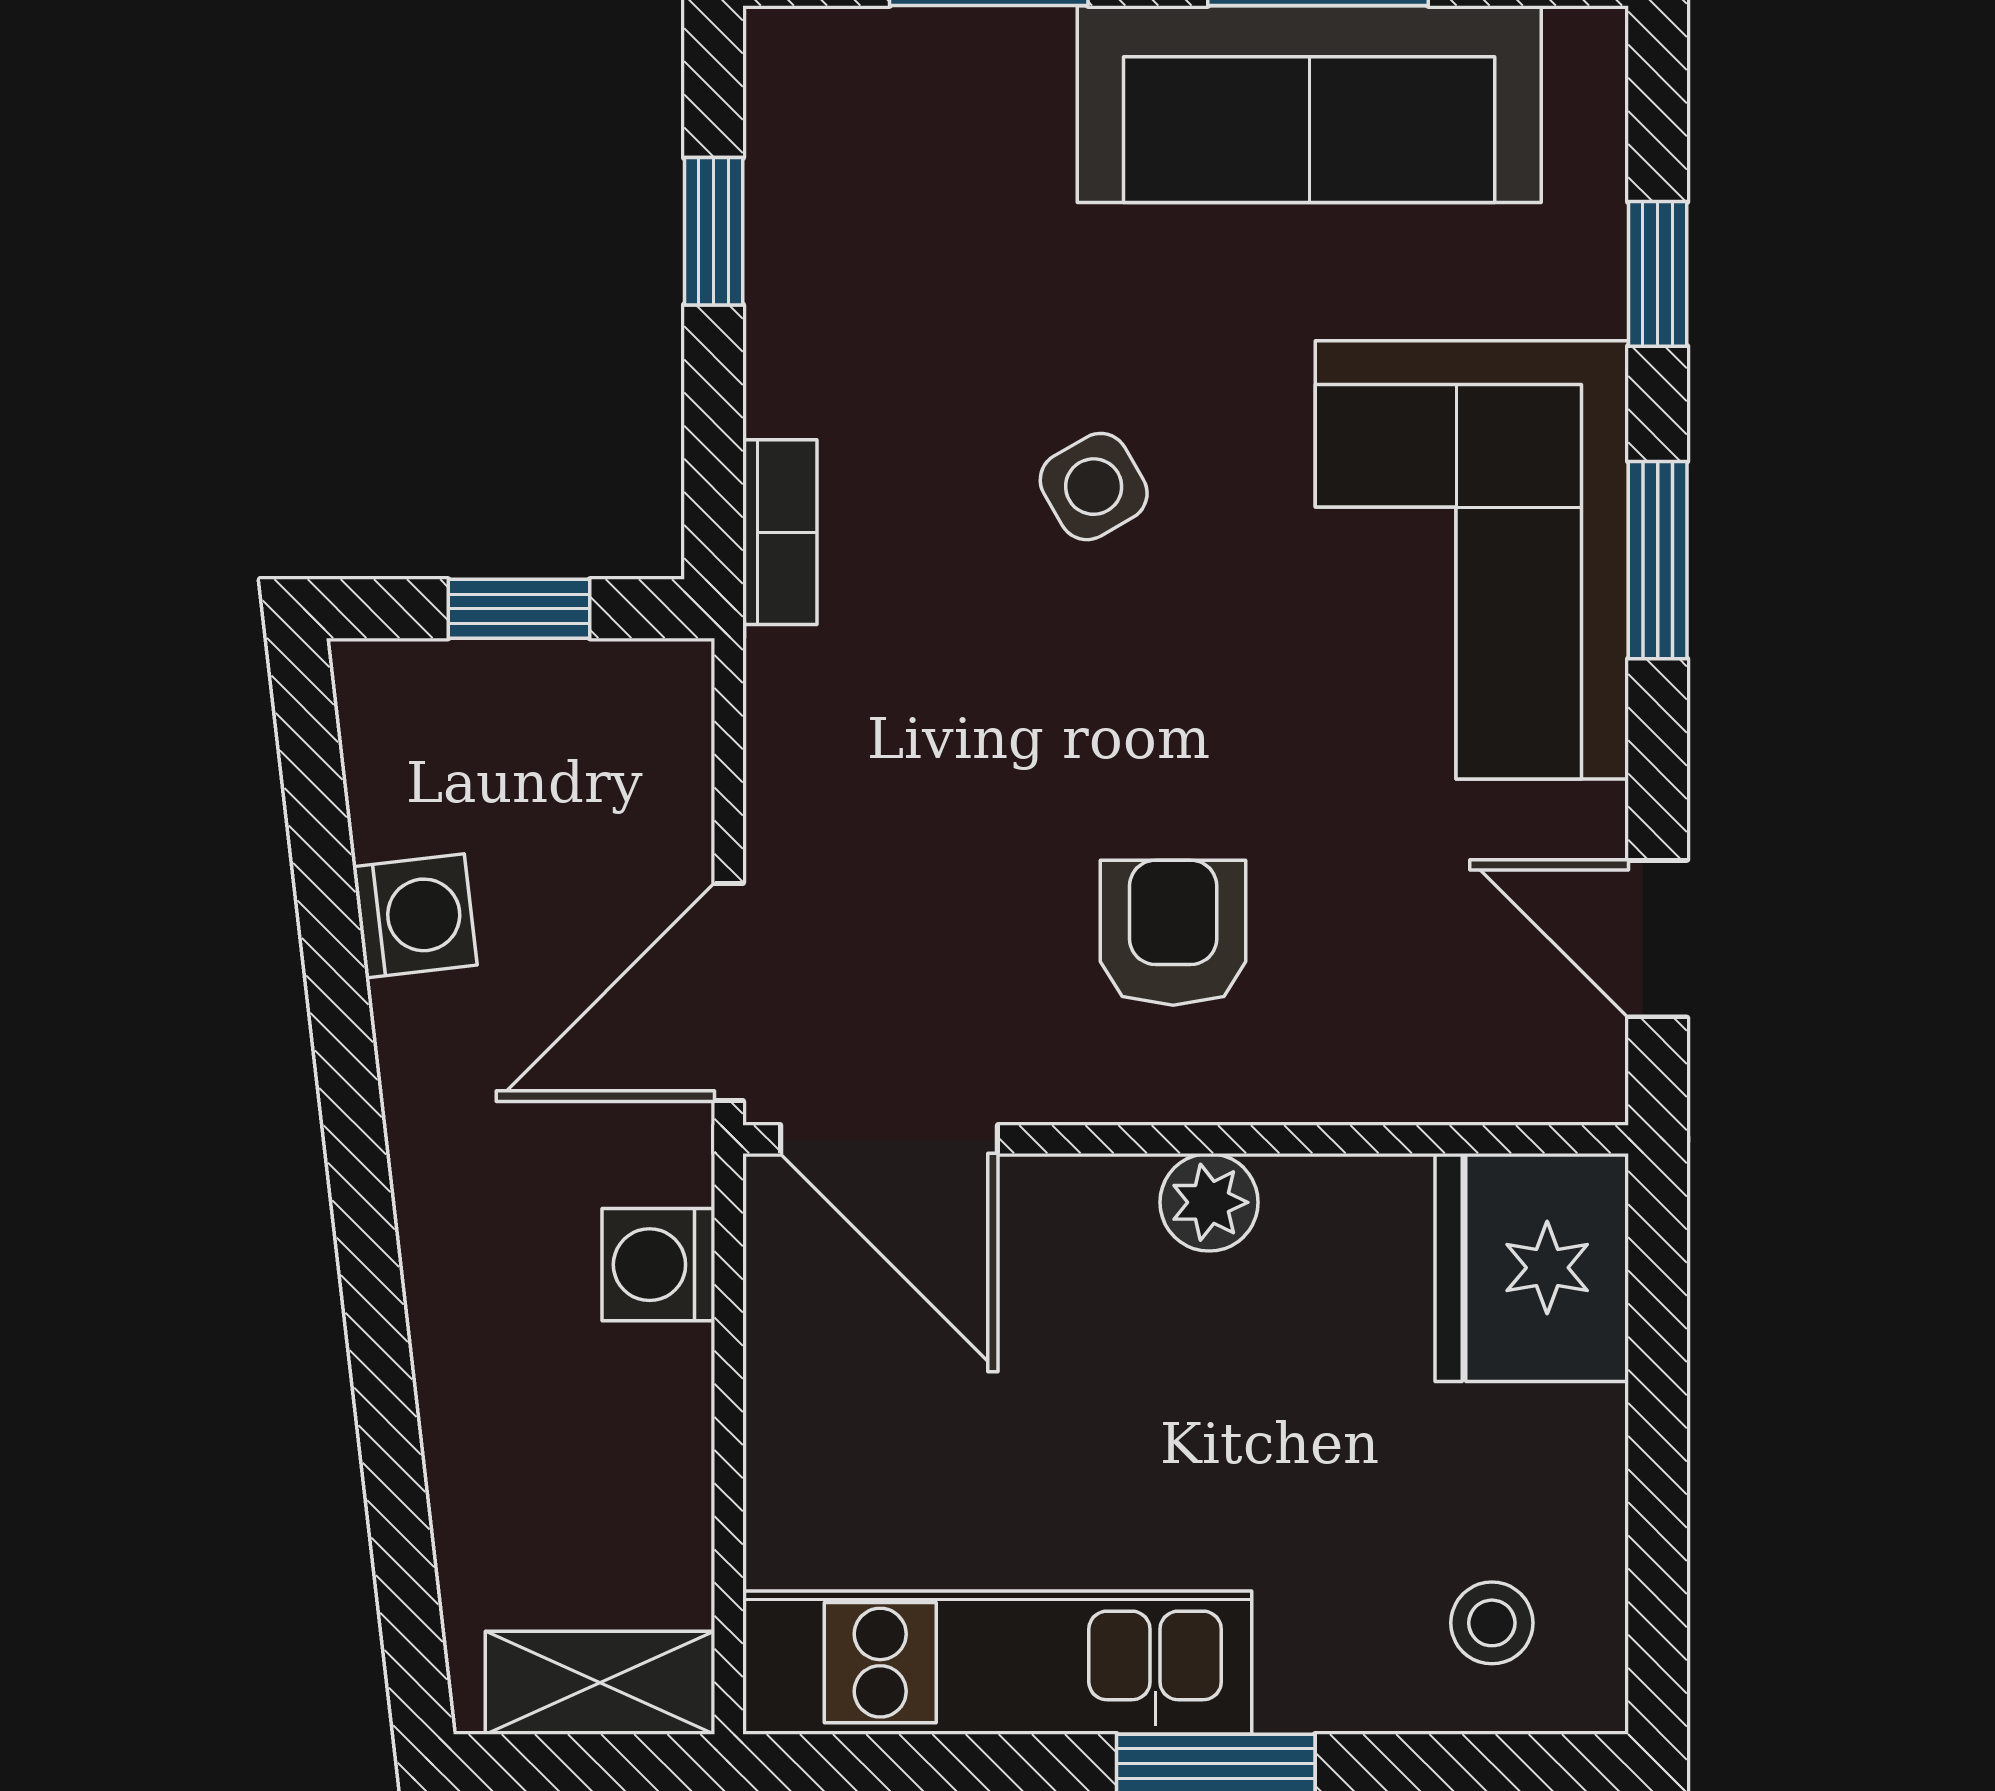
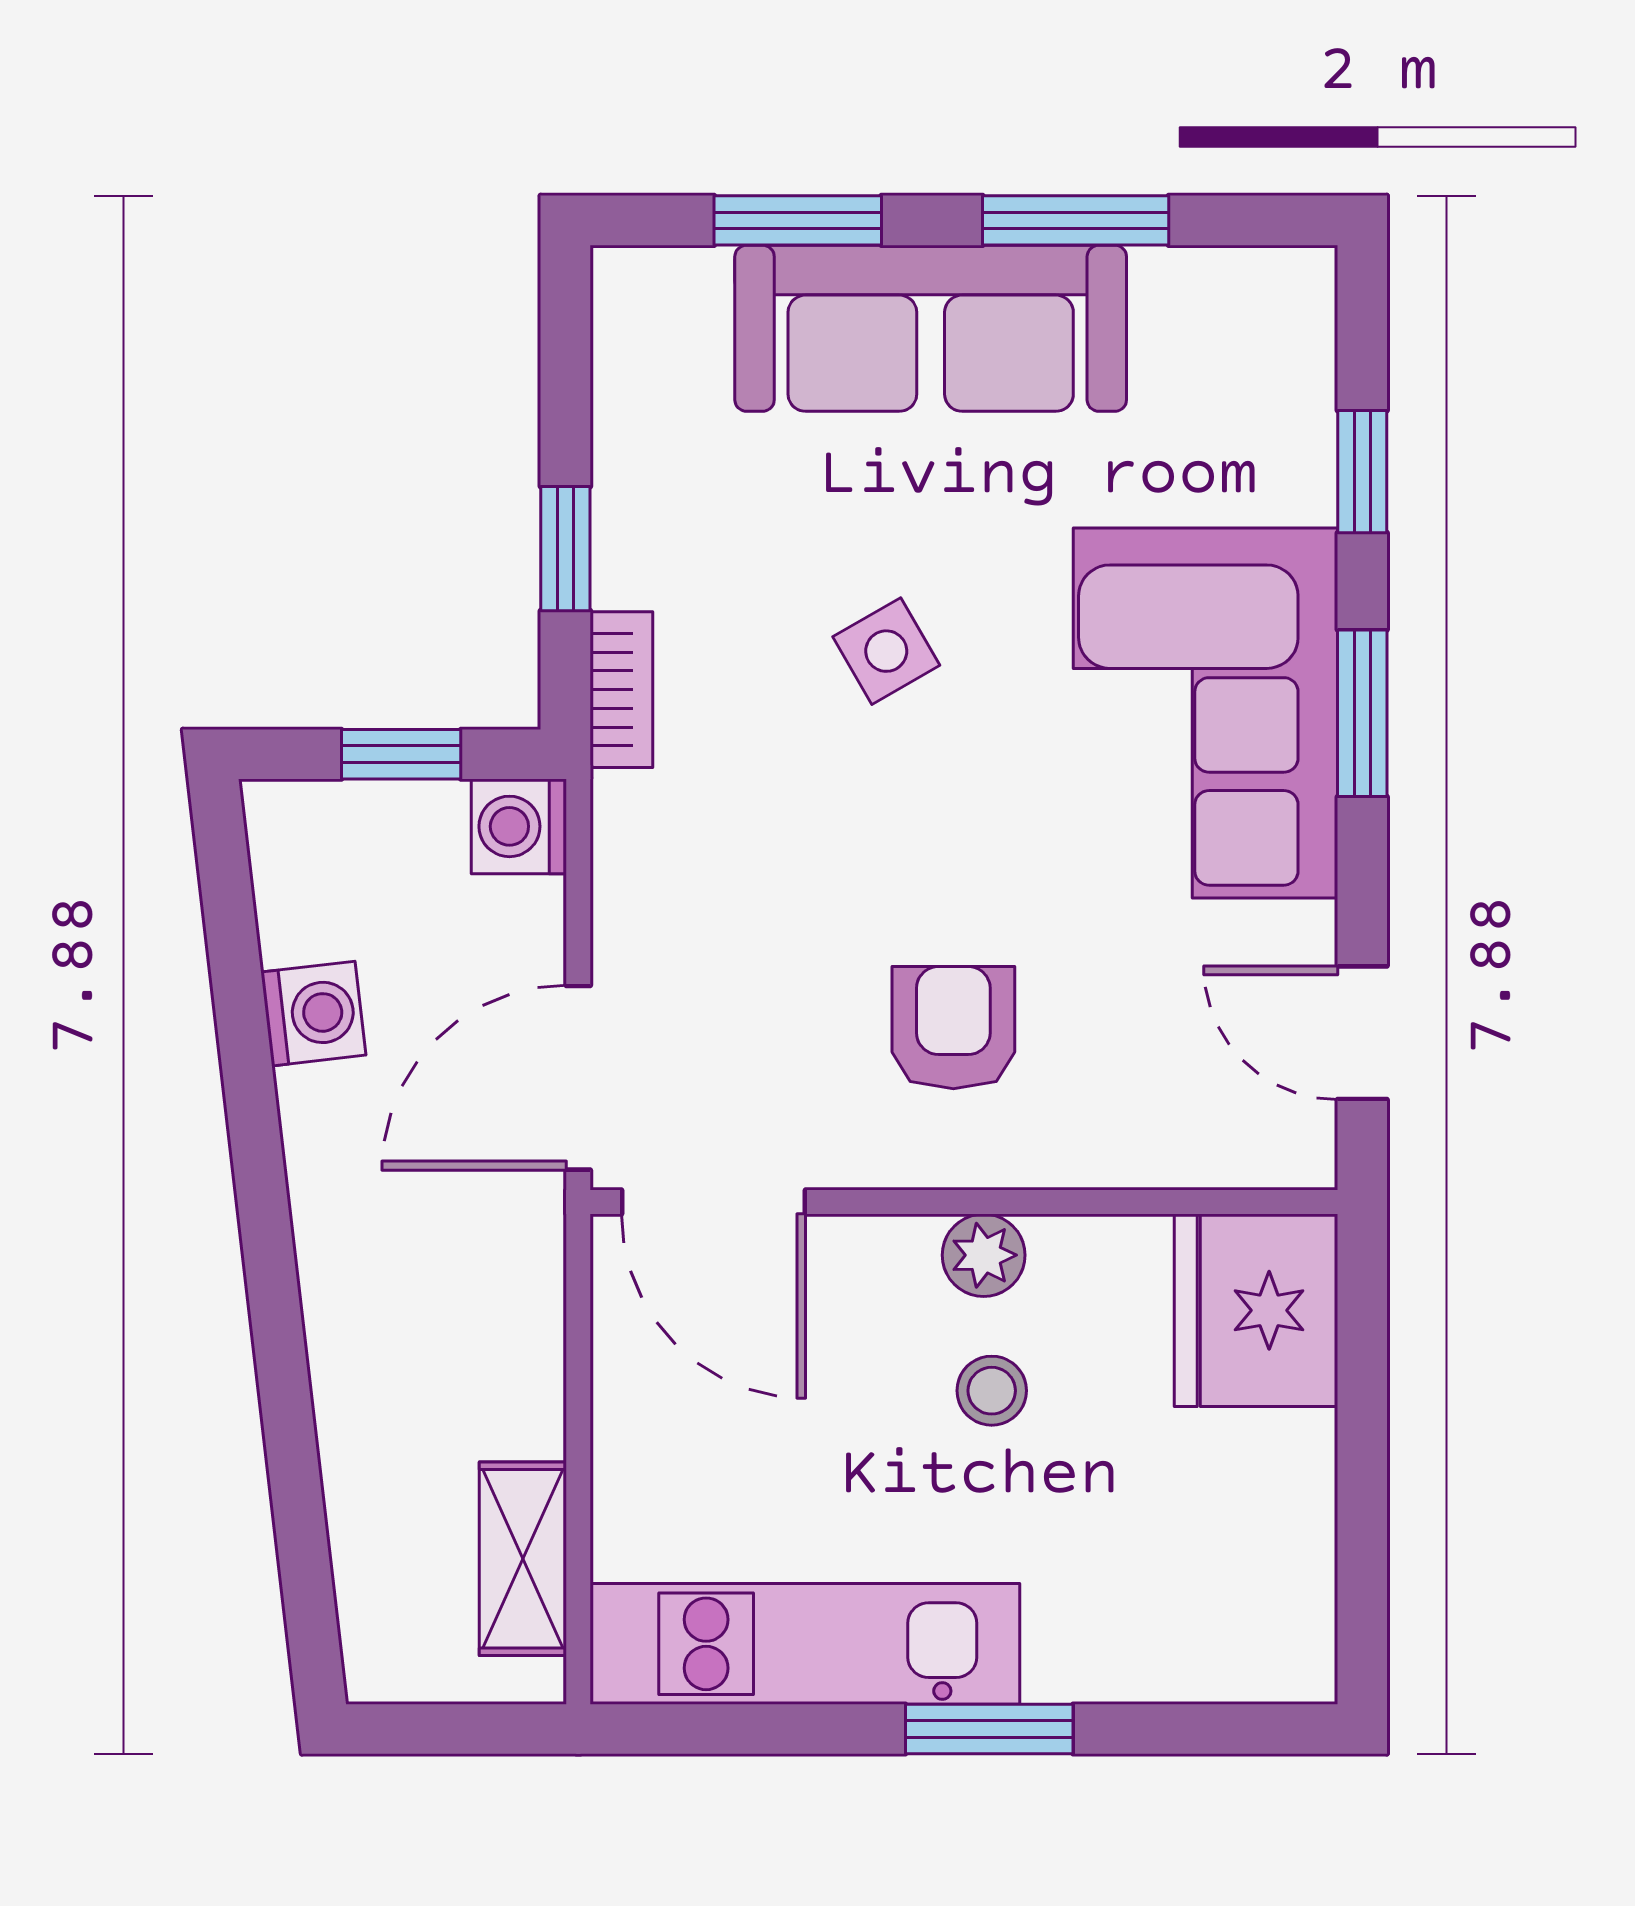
sofa: (1309, 104) -> (931, 328), moved
window: (714, 231) -> (565, 549), moved
washing machine: (658, 1265) -> (519, 826), moved
stool: (1492, 1623) -> (992, 1391), moved
shelving: (600, 1683) -> (523, 1559), moved, turned 90

